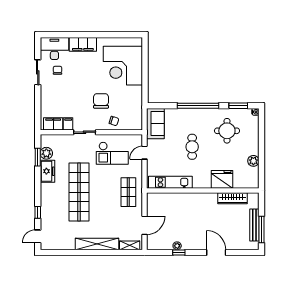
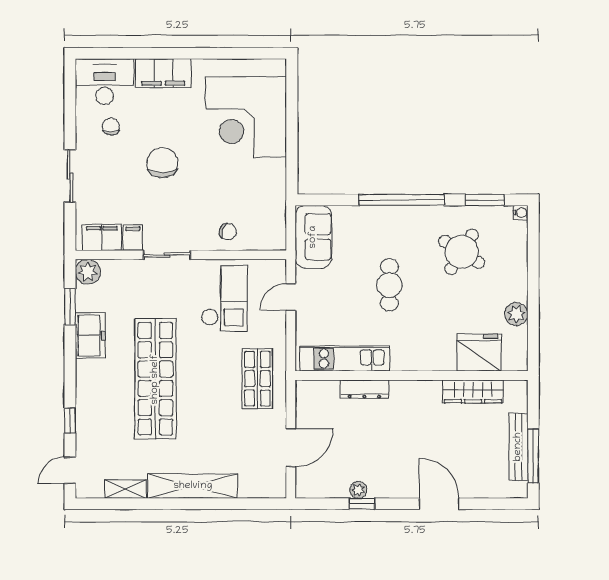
sliding door: (38, 72) -> (70, 176), moved
chair: (101, 101) -> (162, 163), moved
round table: (227, 131) -> (462, 252), turned 32
plant: (46, 153) -> (88, 272), moved
checkout: (112, 153) -> (224, 298), turned -90
fridge: (222, 179) -> (479, 353), moved
dresser: (180, 197) -> (364, 389), added
shelving: (130, 245) -> (125, 489), moved

